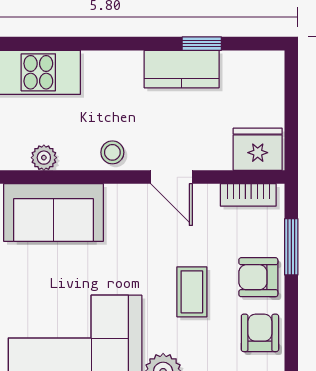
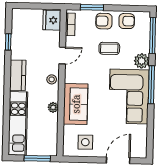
kitchen counter: (182, 69) -> (18, 75), moved
armchair: (258, 277) -> (104, 21), turned 90
armchair: (260, 333) -> (127, 21), turned 180

